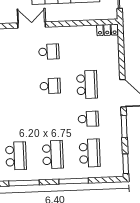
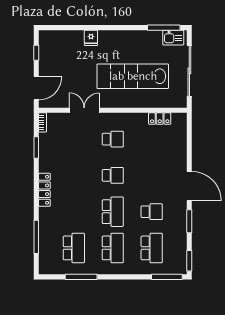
double door: (32, 25) -> (84, 110), moved
locker: (107, 30) -> (160, 119), moved
school desk: (87, 85) -> (113, 212), moved
window: (74, 181) -> (167, 277), moved

